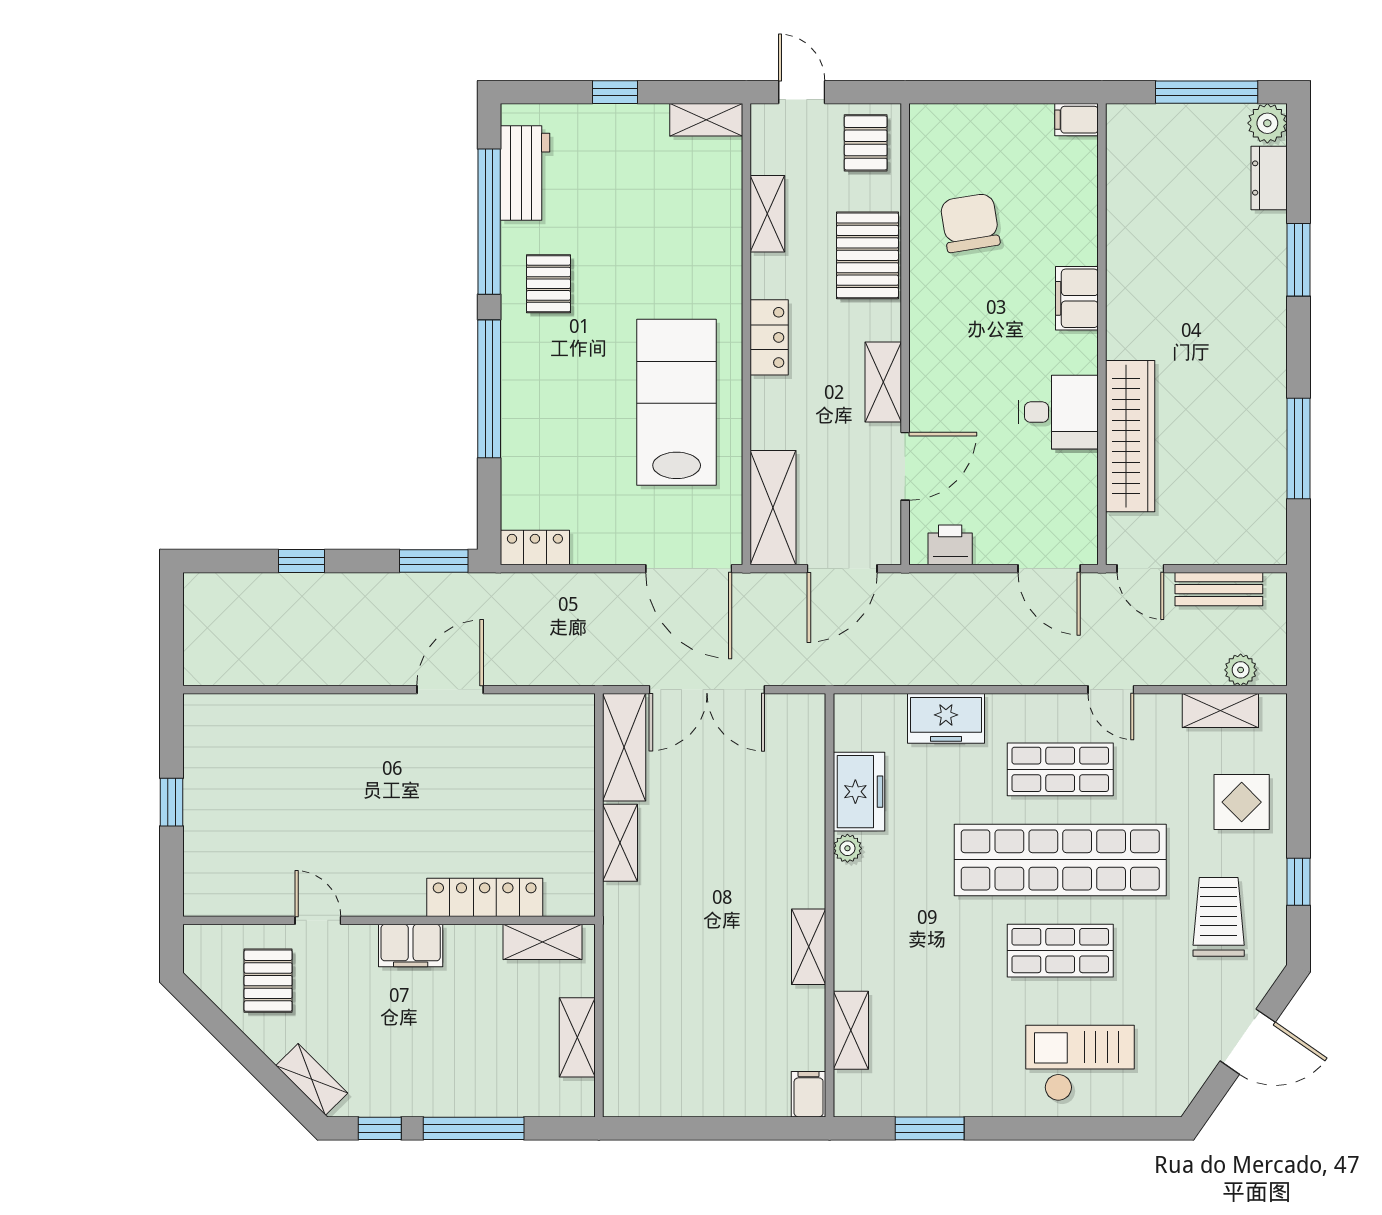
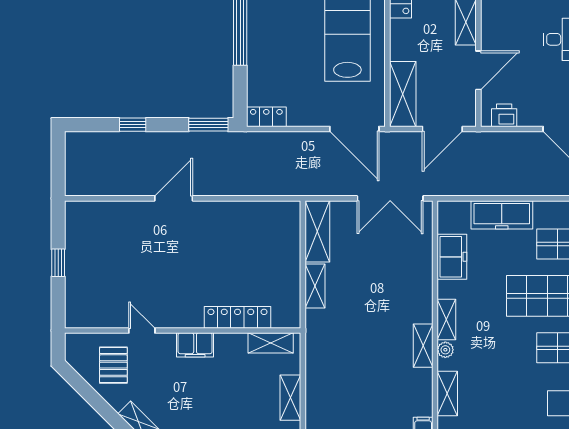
door: (450, 690) -> (174, 198), moved
double door: (707, 690) -> (390, 198), moved
freezer: (946, 718) -> (502, 215), width x1.40
plant: (847, 848) -> (445, 350), moved
shelving: (849, 901) -> (446, 319), added

